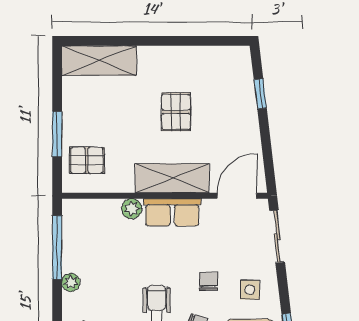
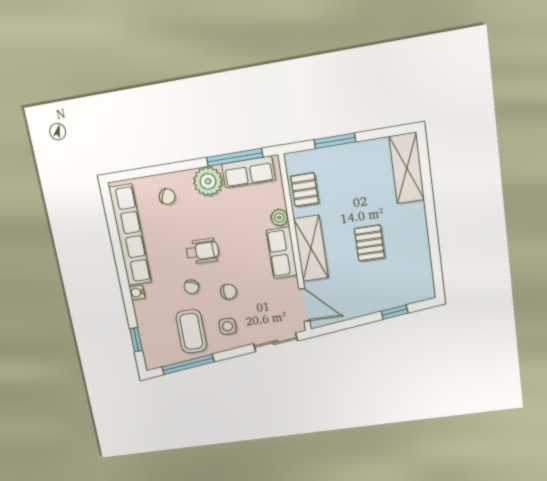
pallet: (176, 112) -> (369, 243), turned 90
pallet: (87, 160) -> (305, 190), moved
row of seats: (76, 235) -> (248, 172), added
plant: (71, 282) -> (208, 181), width x1.88, depth x1.88

